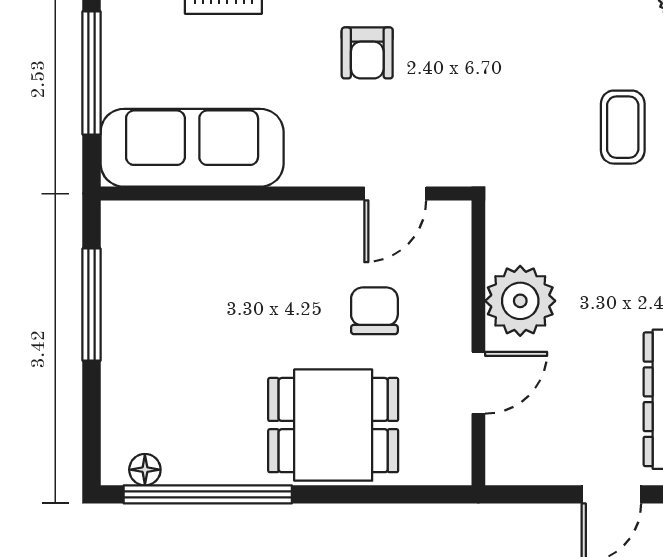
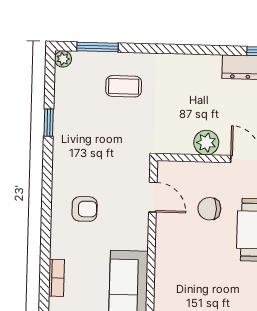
plant: (520, 301) -> (206, 143), width x0.73, depth x0.73

